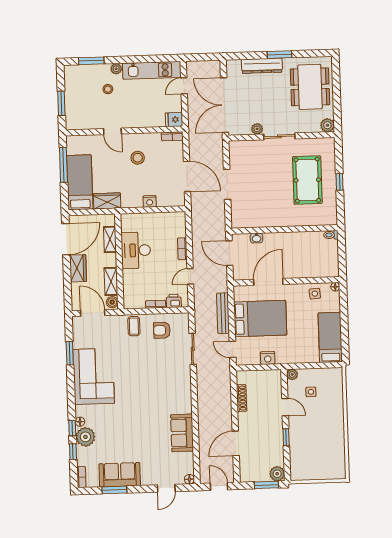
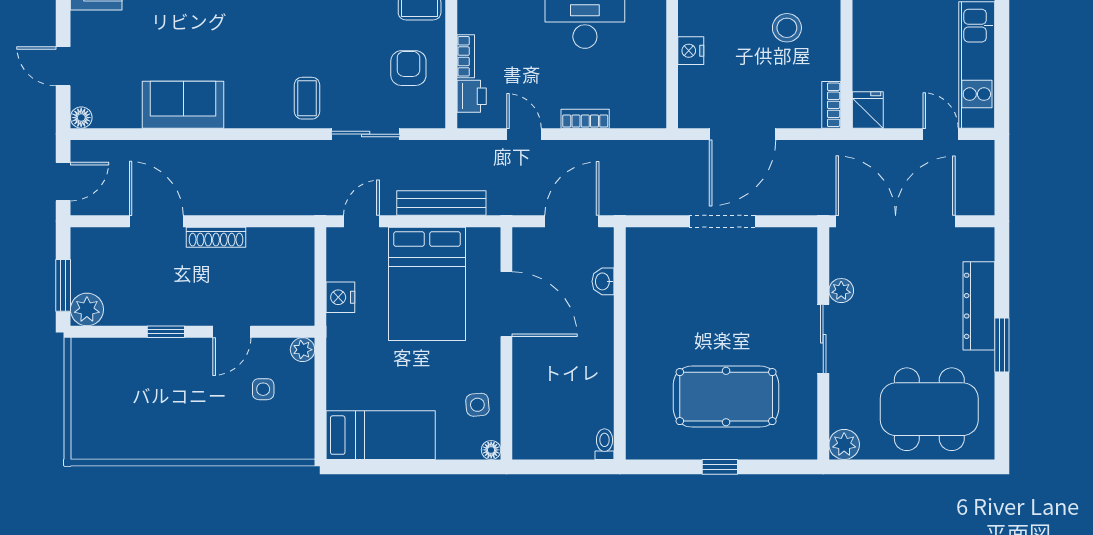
coffee table: (177, 376) -> (307, 98), added
shoe rack: (242, 398) -> (216, 237), moved

